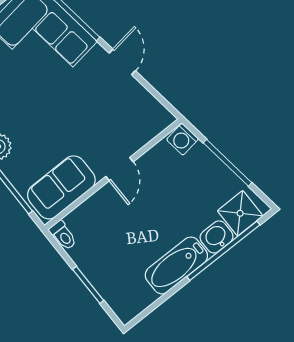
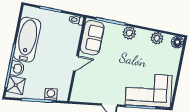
washing machine: (183, 139) -> (51, 94), moved
door: (120, 169) -> (76, 63), swing flipped
bathtub: (176, 265) -> (27, 40), width x1.36, depth x1.36

